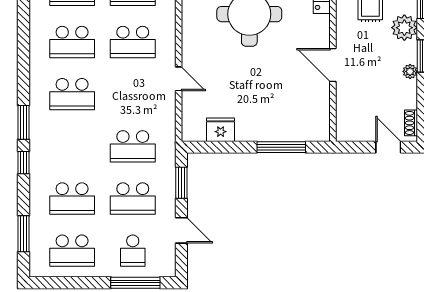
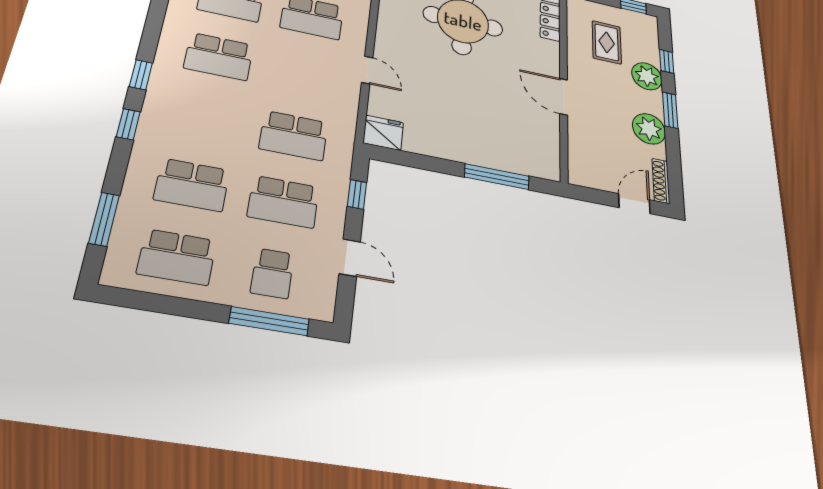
plant: (410, 71) -> (649, 129), width x1.87, depth x1.87
window: (23, 122) -> (141, 75), width x0.67
shoe rack: (411, 123) -> (661, 181), width x1.43
fridge: (221, 130) -> (383, 133), moved
door: (388, 147) -> (634, 204), hinge flipped
window: (181, 183) -> (357, 194), width x0.67

